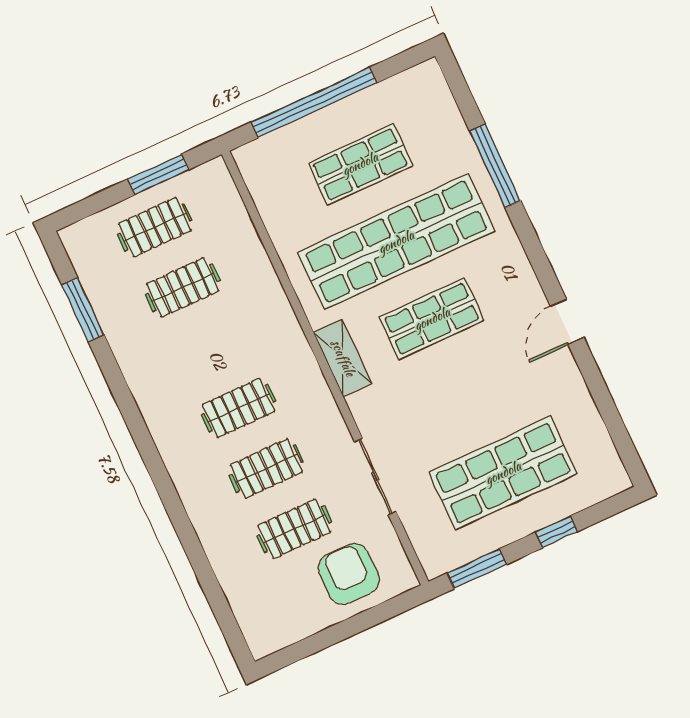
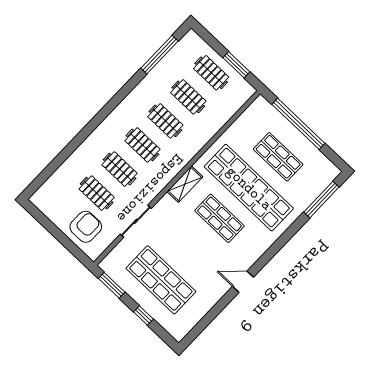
window: (495, 166) -> (321, 200), moved
window: (83, 310) -> (159, 55), width x1.44
clothes rail: (211, 348) -> (165, 121), added

